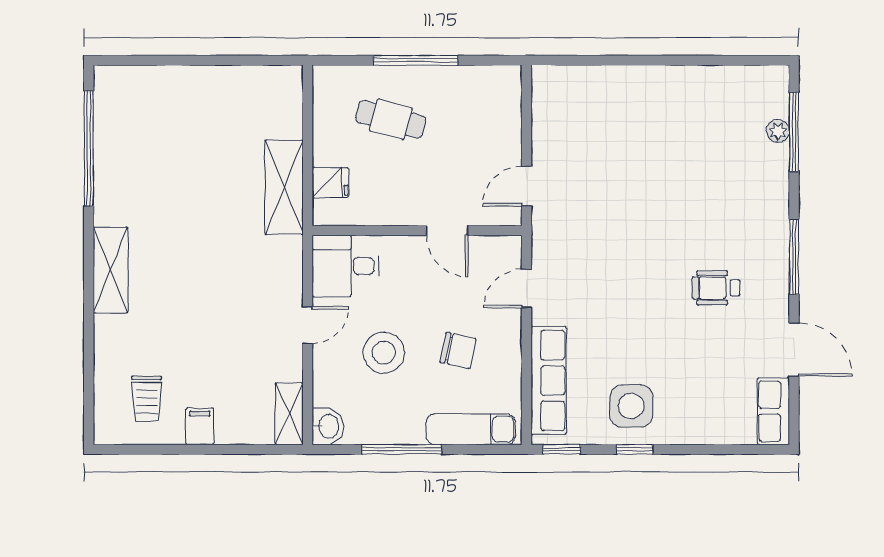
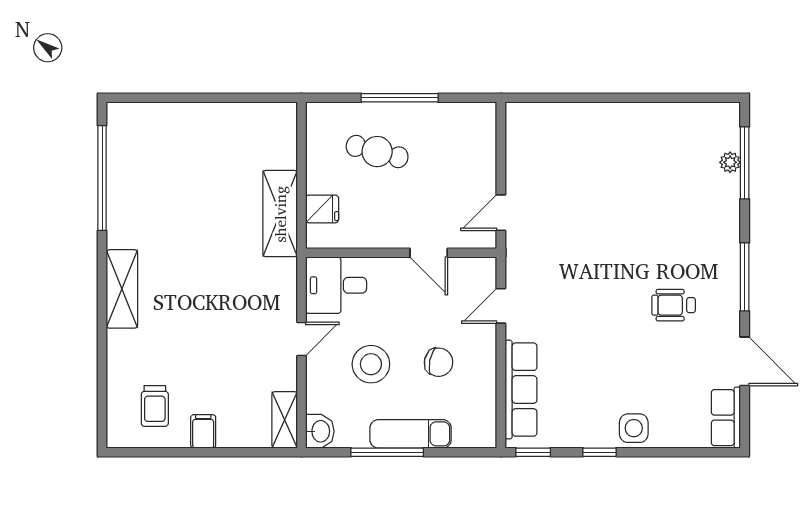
side table: (631, 406) -> (634, 428), moved, width x0.73, depth x0.73
exam couch: (471, 429) -> (411, 434), moved

